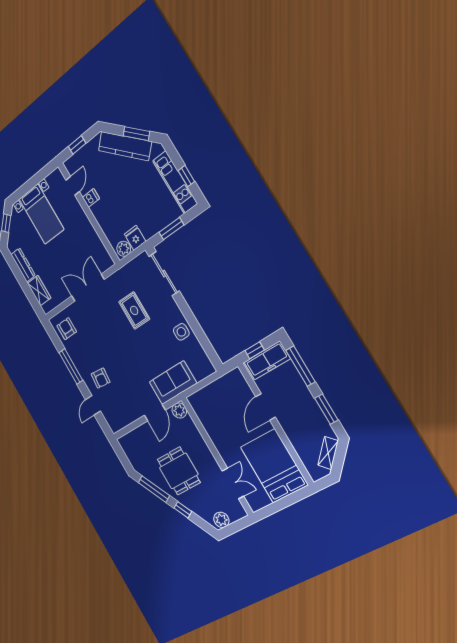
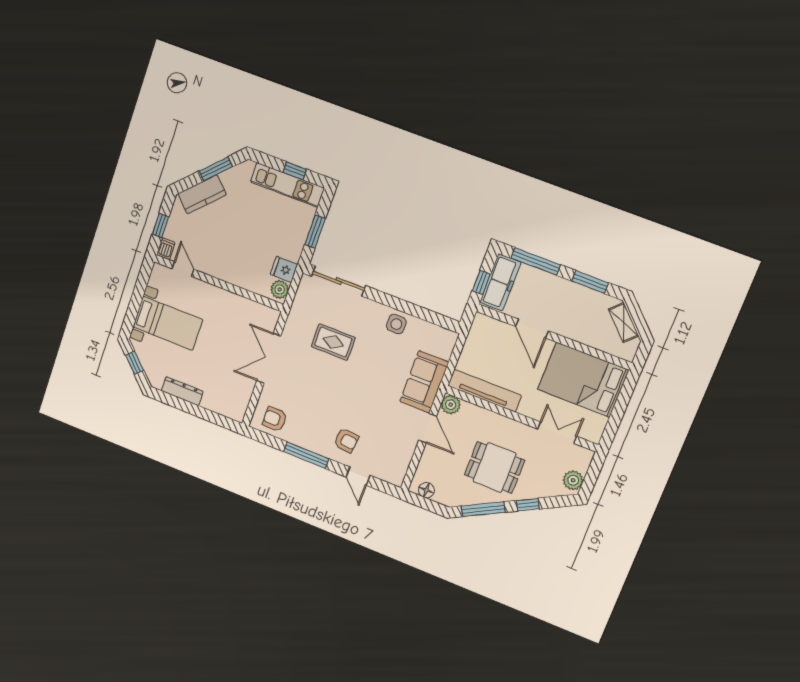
kitchen counter: (125, 146) -> (202, 194), width x0.67
dishwasher: (91, 198) -> (166, 249), moved
wardrobe: (39, 291) -> (218, 404), removed
tv unit: (207, 420) -> (485, 391), added
floor lamp: (128, 449) -> (426, 490), added

